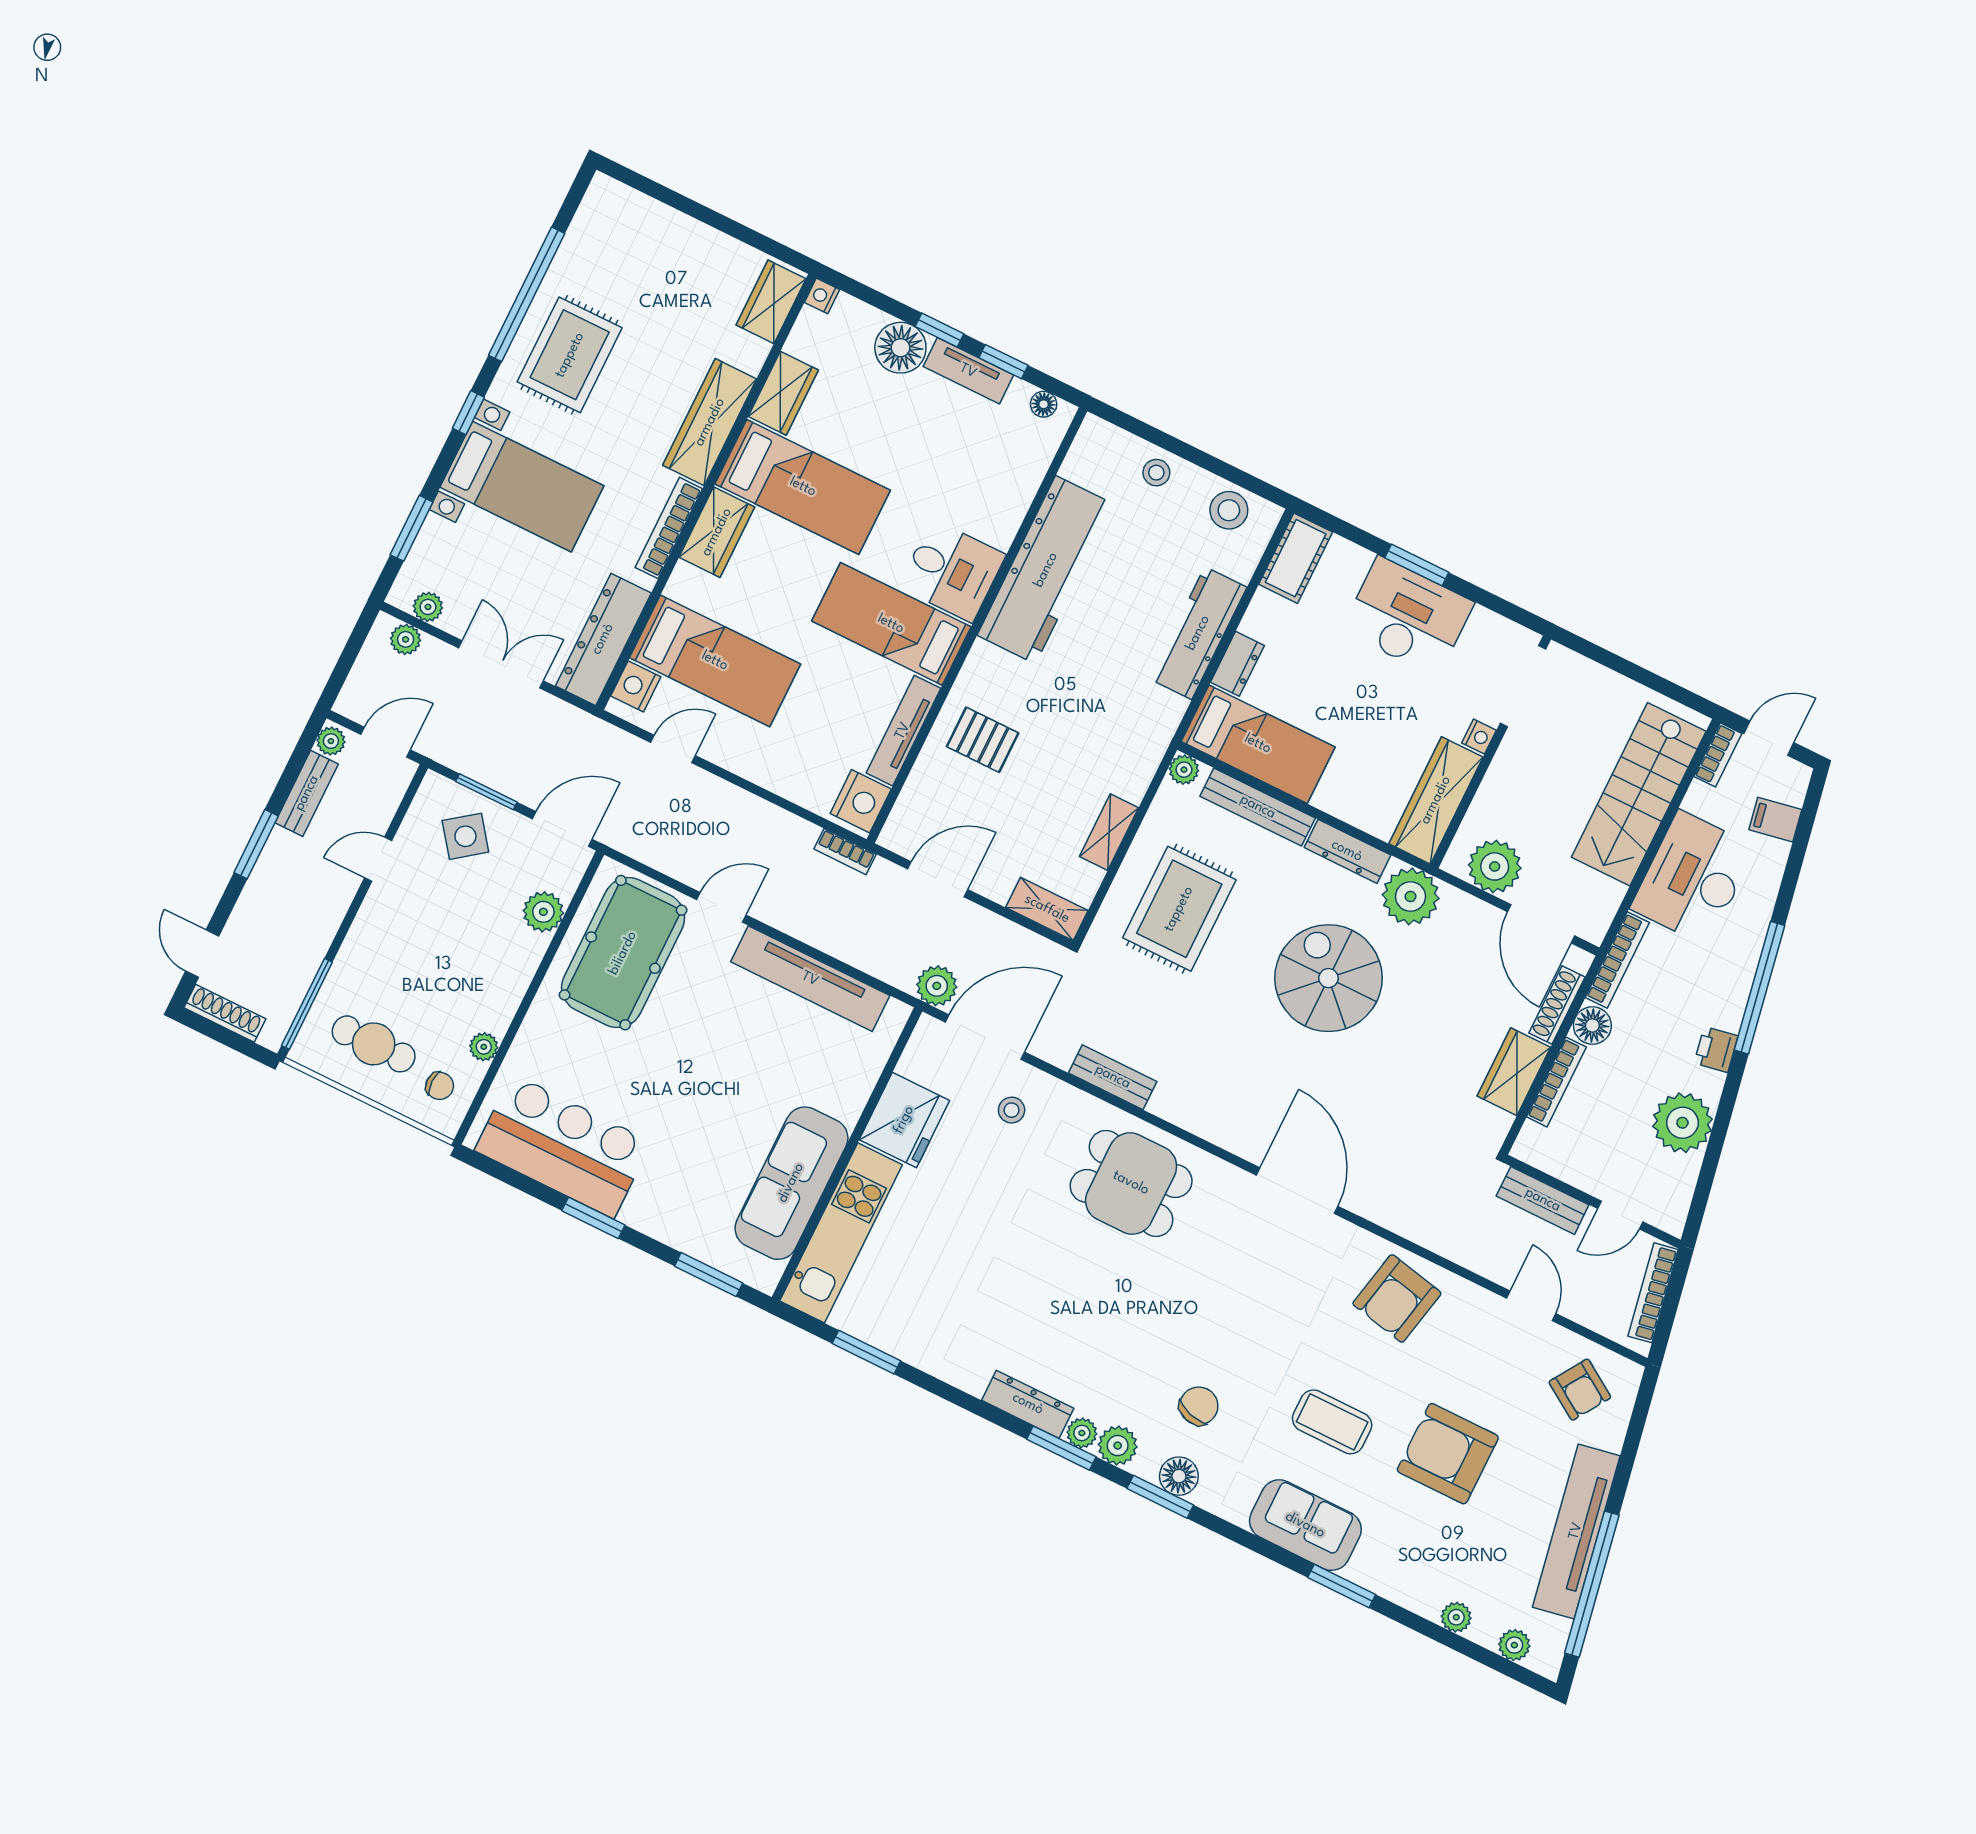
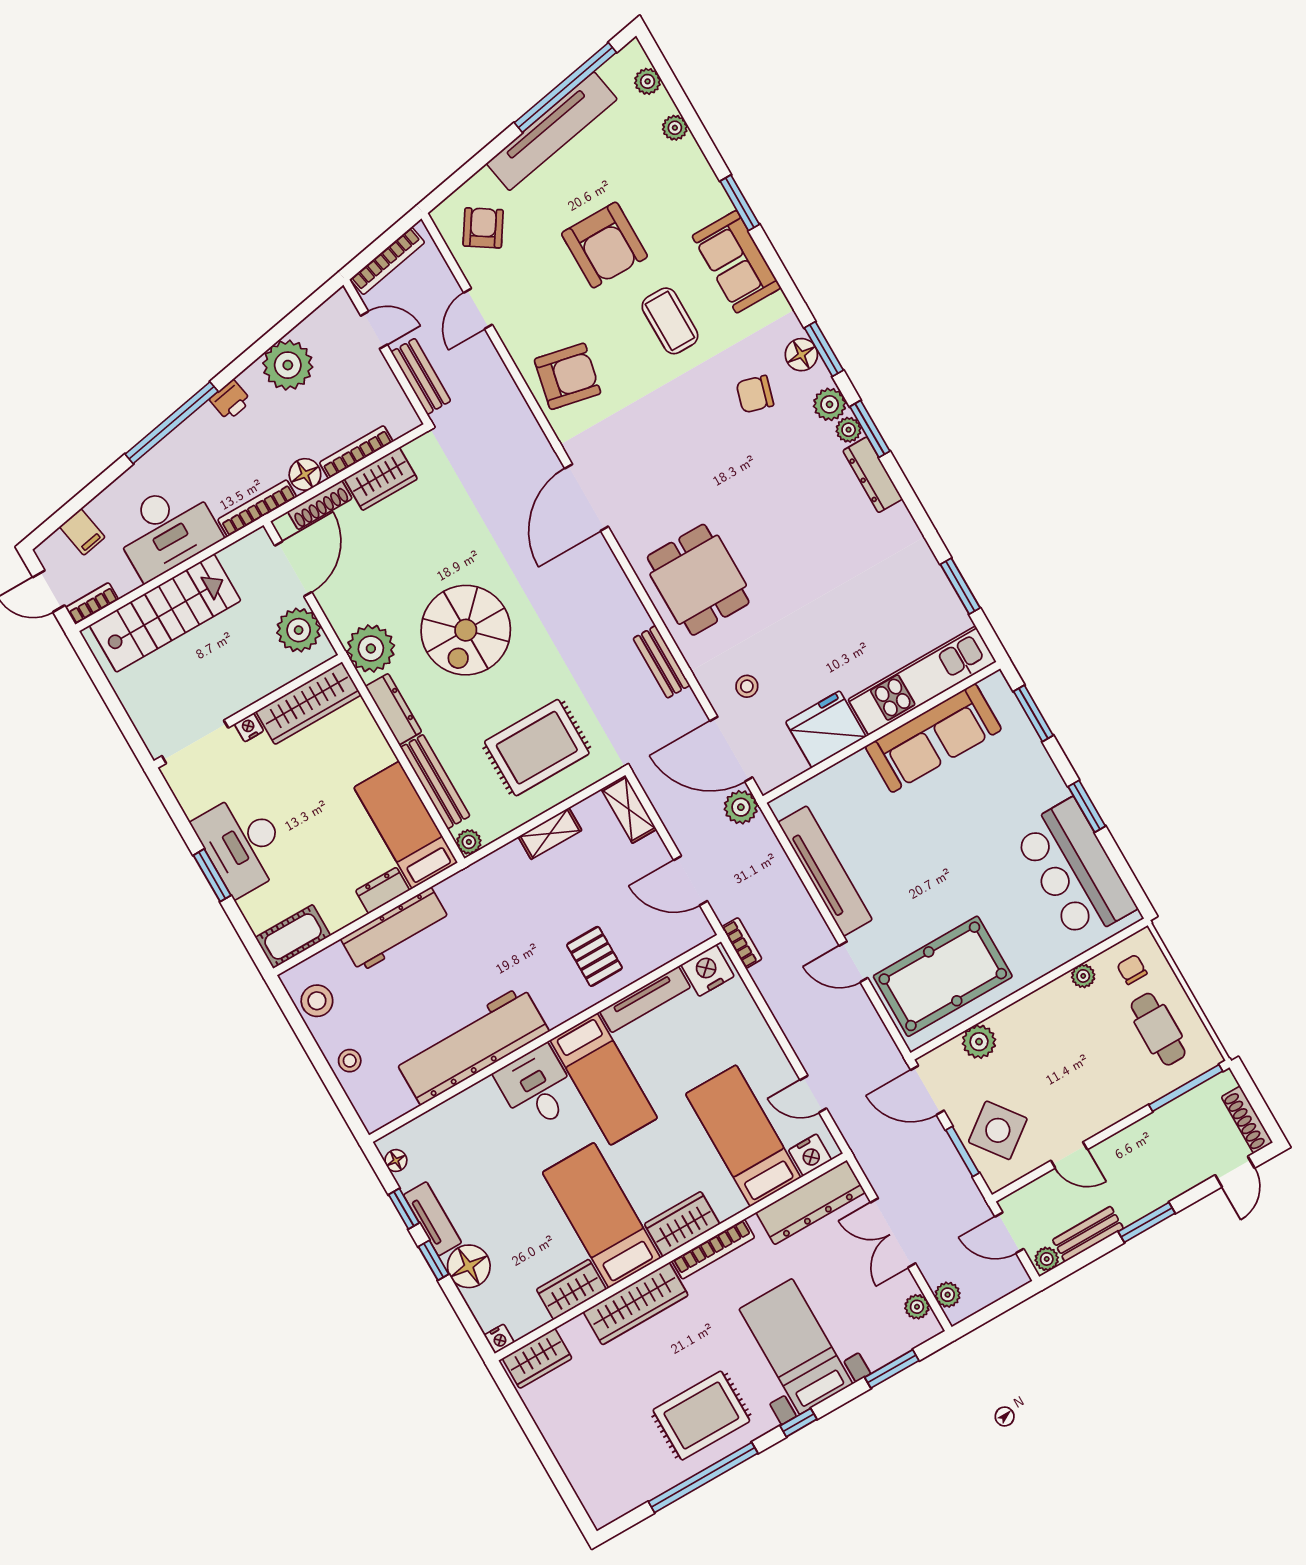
side table: (465, 836) -> (998, 1130), width x1.37, depth x1.37

